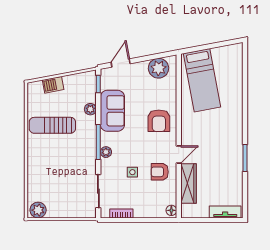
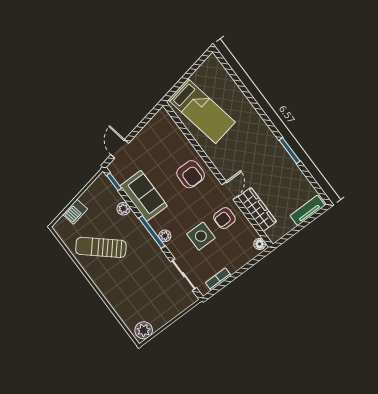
plant: (159, 68) -> (156, 129), removed
sun lounger: (52, 125) -> (101, 247), turned 41
side table: (132, 172) -> (201, 236), width x1.87, depth x1.87

